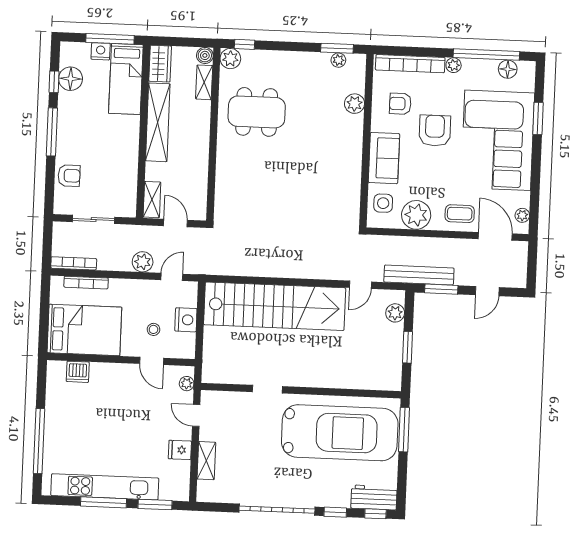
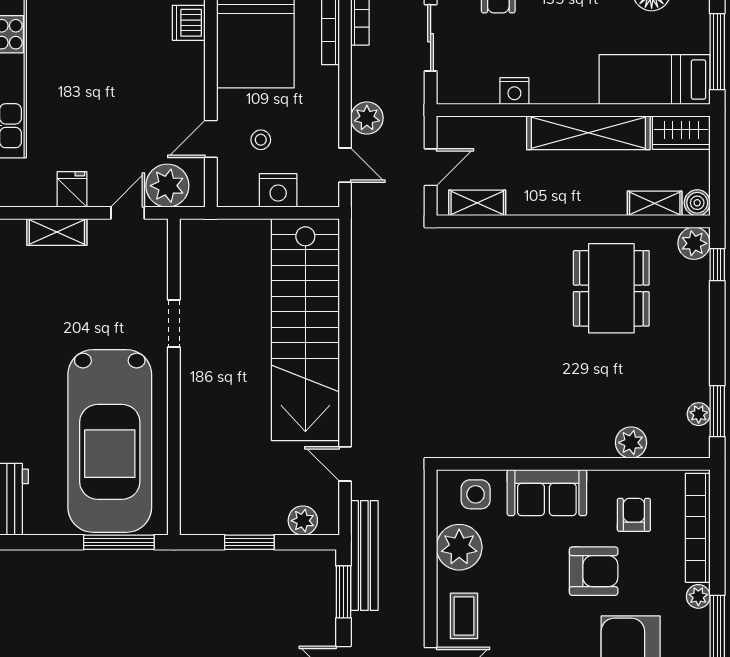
nightstand: (101, 51) -> (514, 91), moved, turned 90
shelving: (152, 200) -> (477, 203), moved
plant: (187, 384) -> (167, 186), width x1.88, depth x1.88

